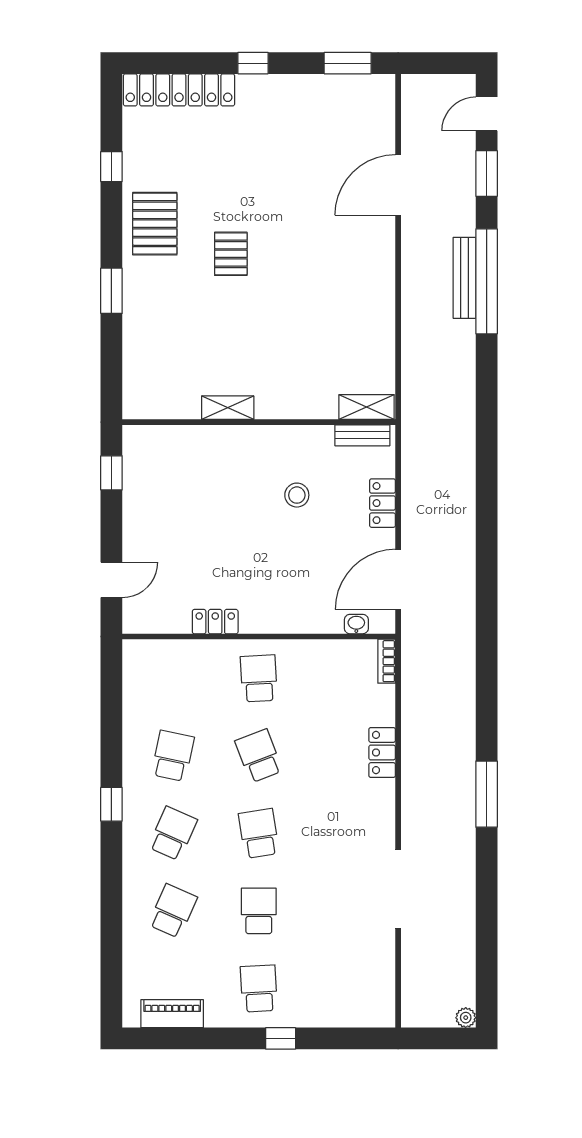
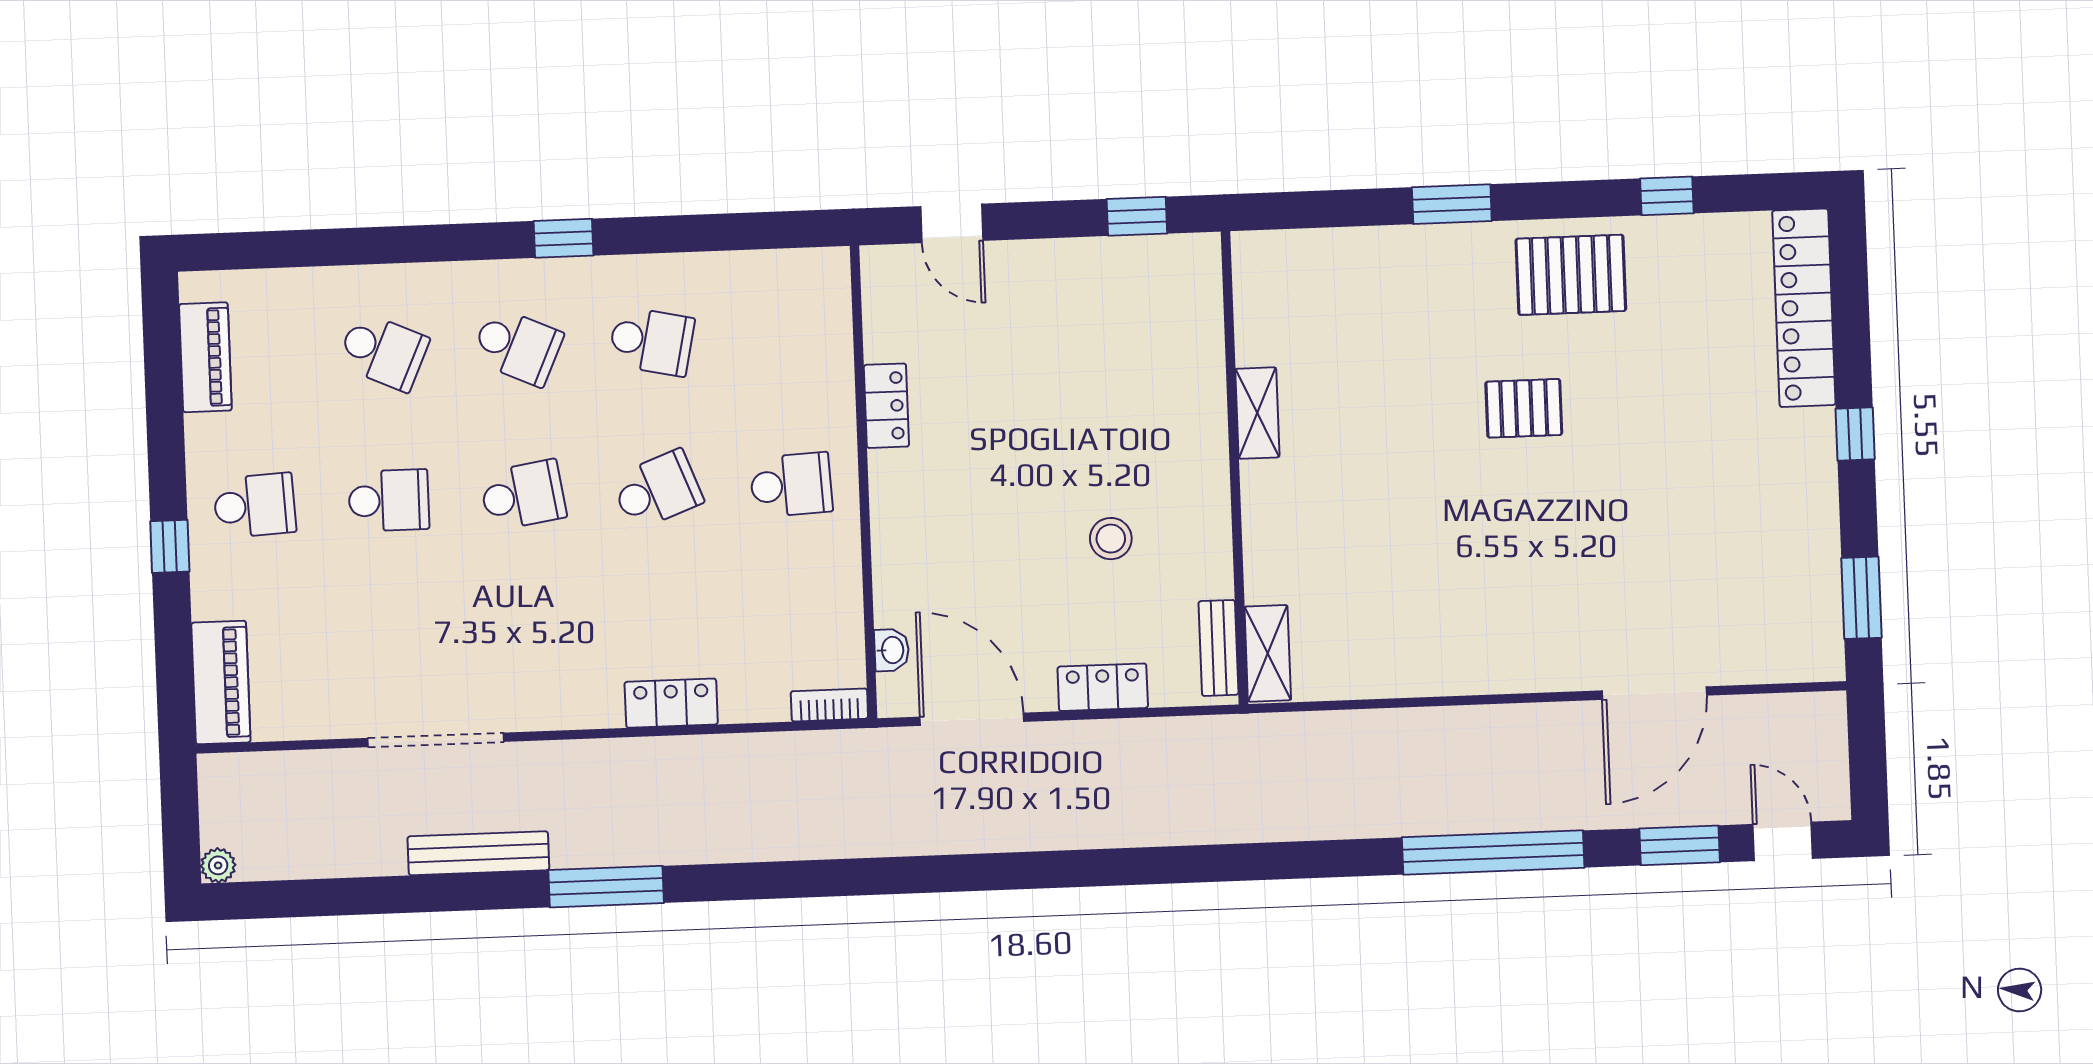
door: (398, 185) -> (1654, 693), swing flipped
bench: (464, 278) -> (478, 853), moved
piano: (360, 1012) -> (221, 683), added

